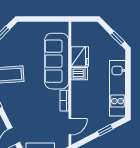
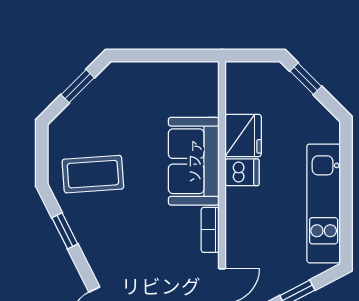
window: (117, 38) -> (306, 79), moved
sofa: (57, 61) -> (194, 161), width x0.73

